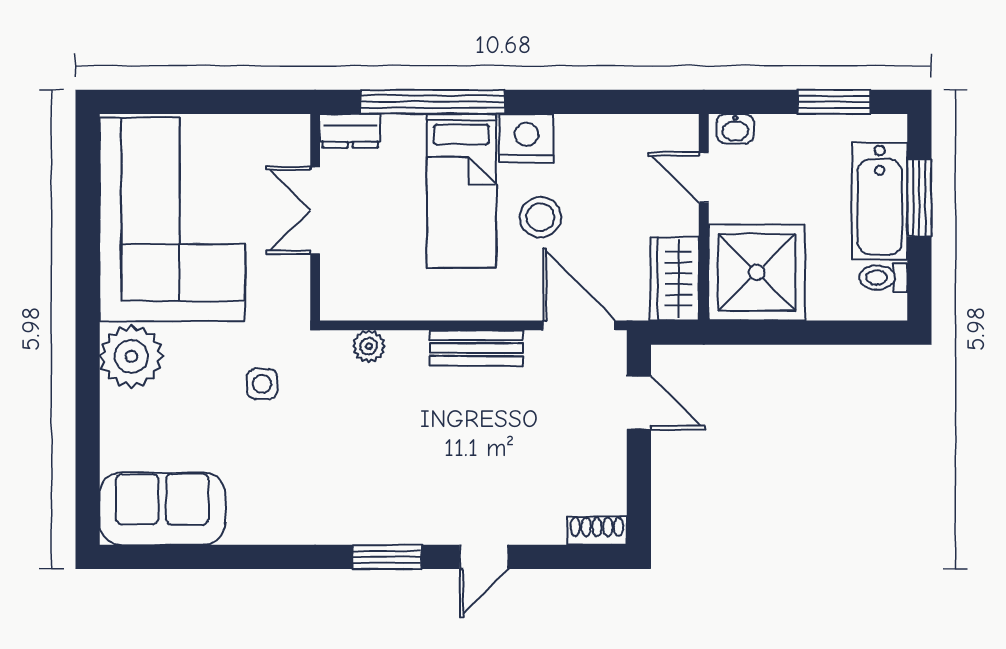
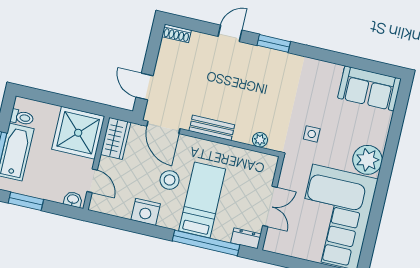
nightstand: (526, 138) -> (146, 212), moved

